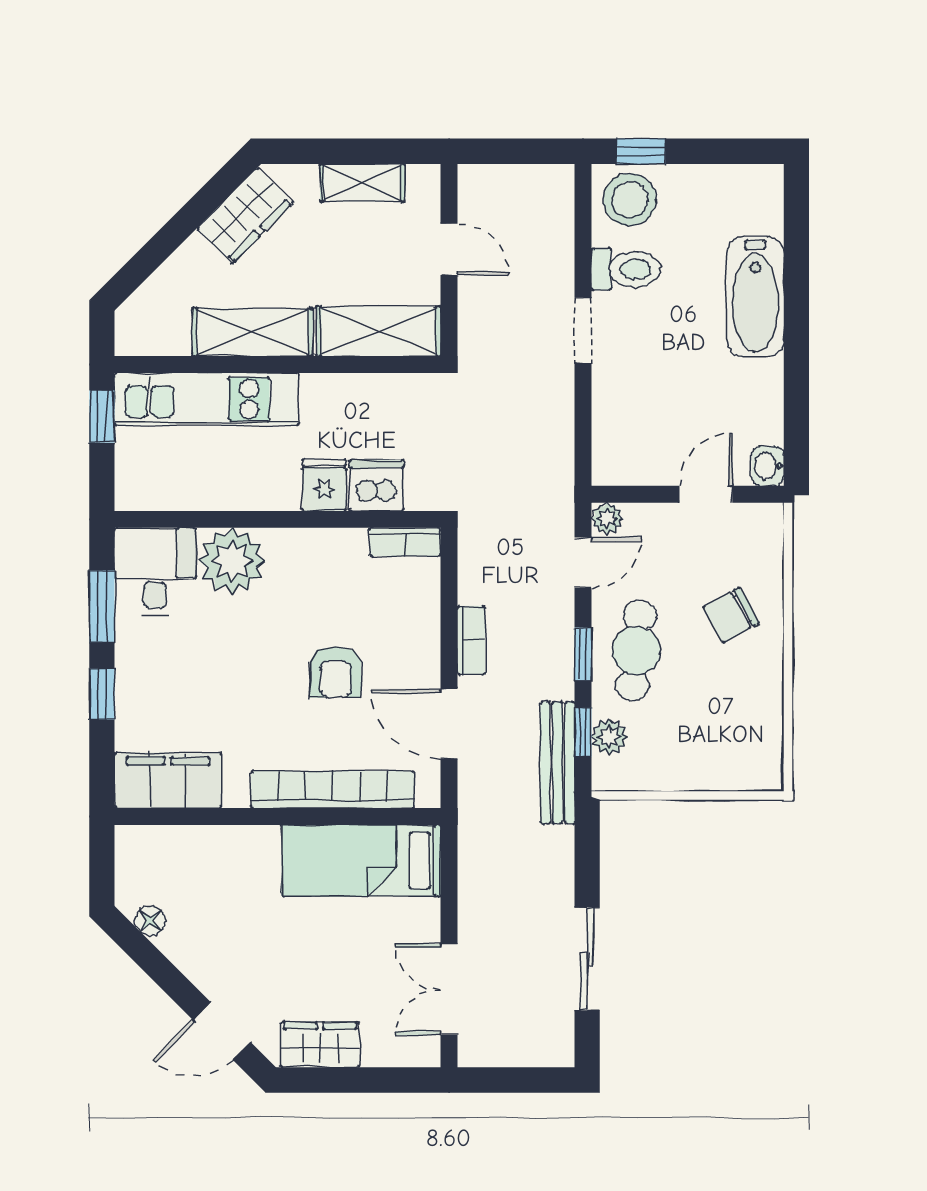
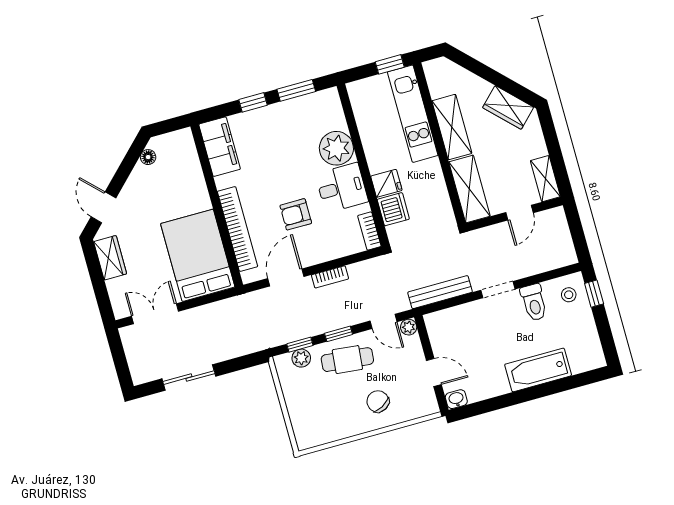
shelving: (362, 183) -> (545, 179), moved
stool: (630, 199) -> (569, 295), width x0.53, depth x0.53
desk: (155, 572) -> (342, 188), moved
bench: (557, 763) -> (440, 292), moved
bed: (361, 861) -> (198, 255), width x1.50

